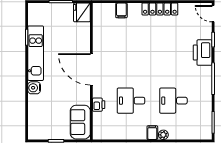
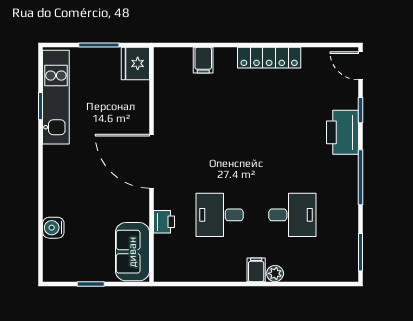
kitchen unit: (36, 53) -> (56, 97), moved
water cooler: (34, 88) -> (53, 228), moved
desk: (173, 101) -> (292, 215), turned 180

